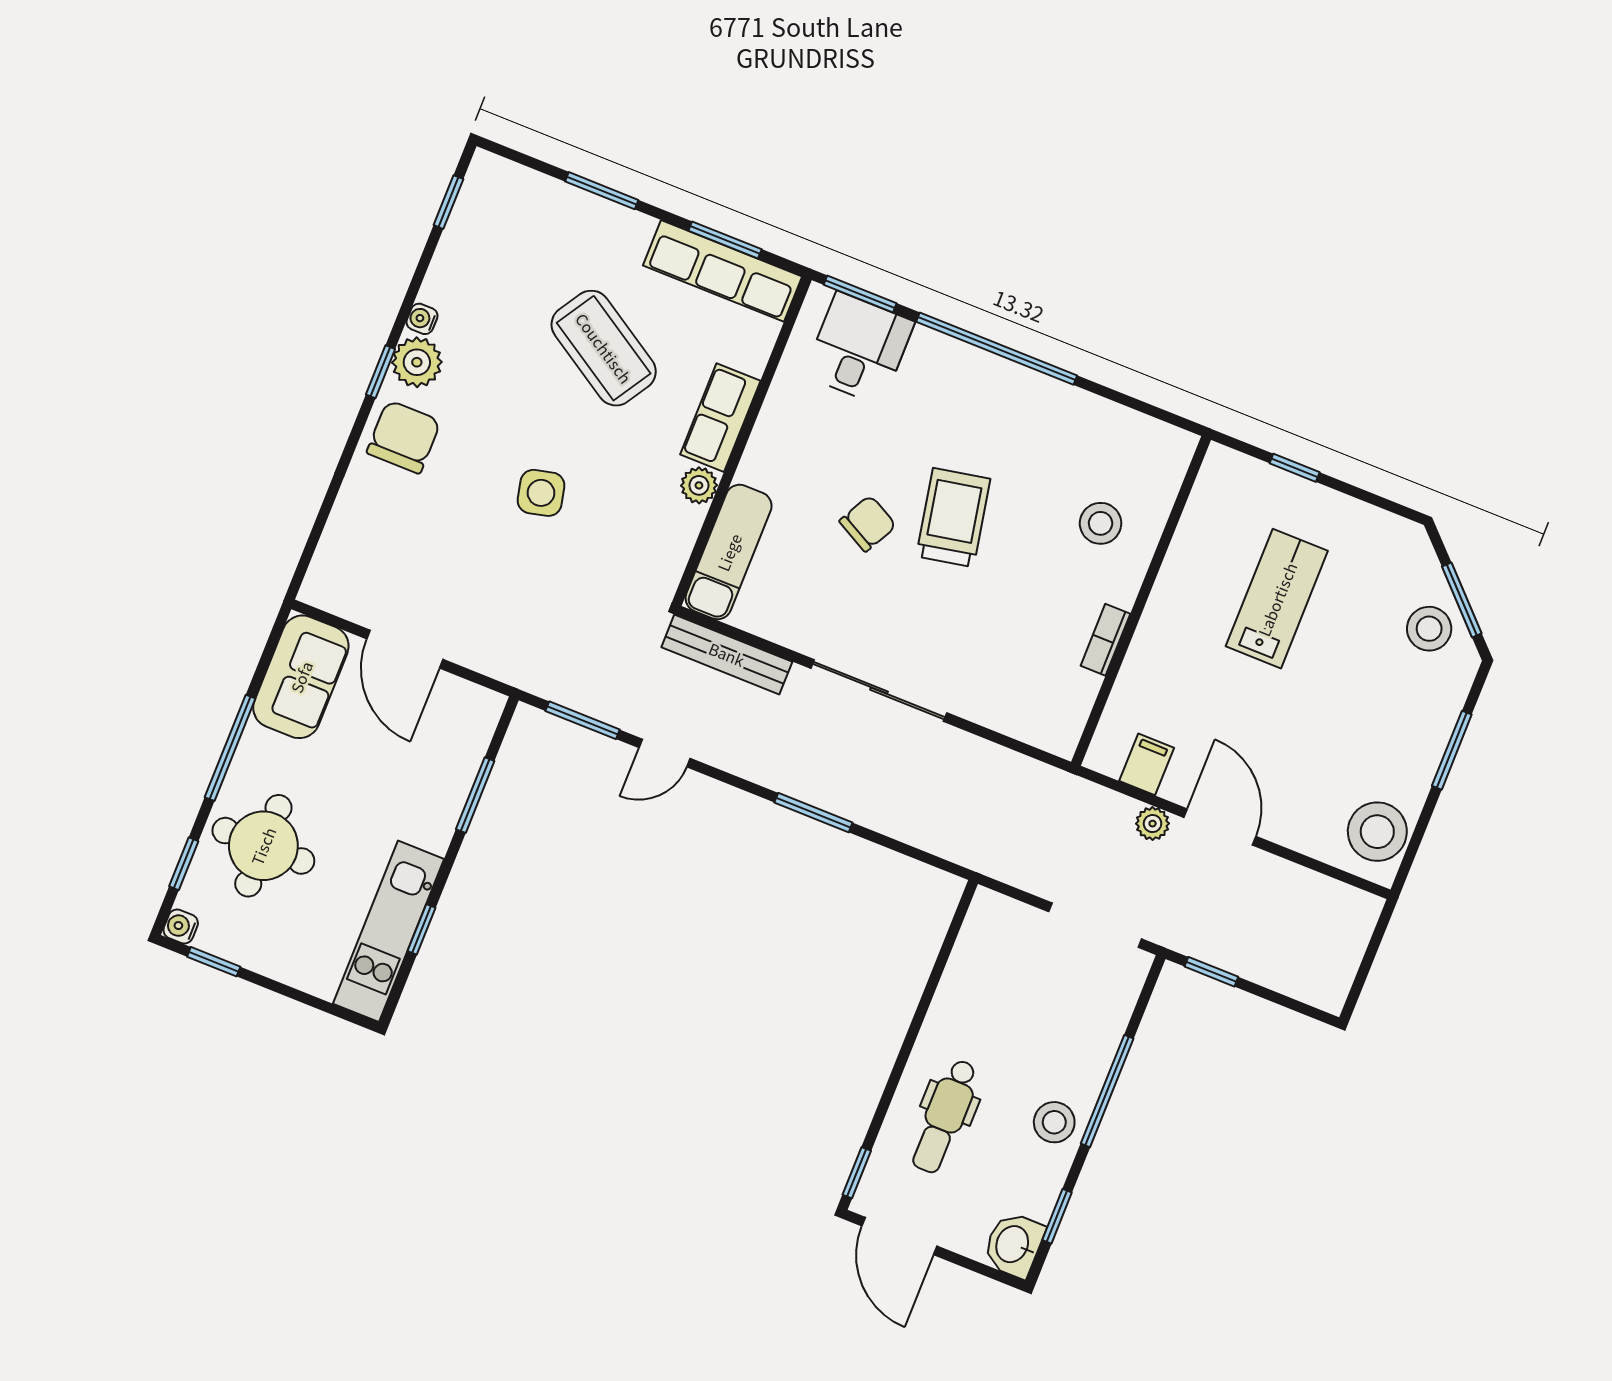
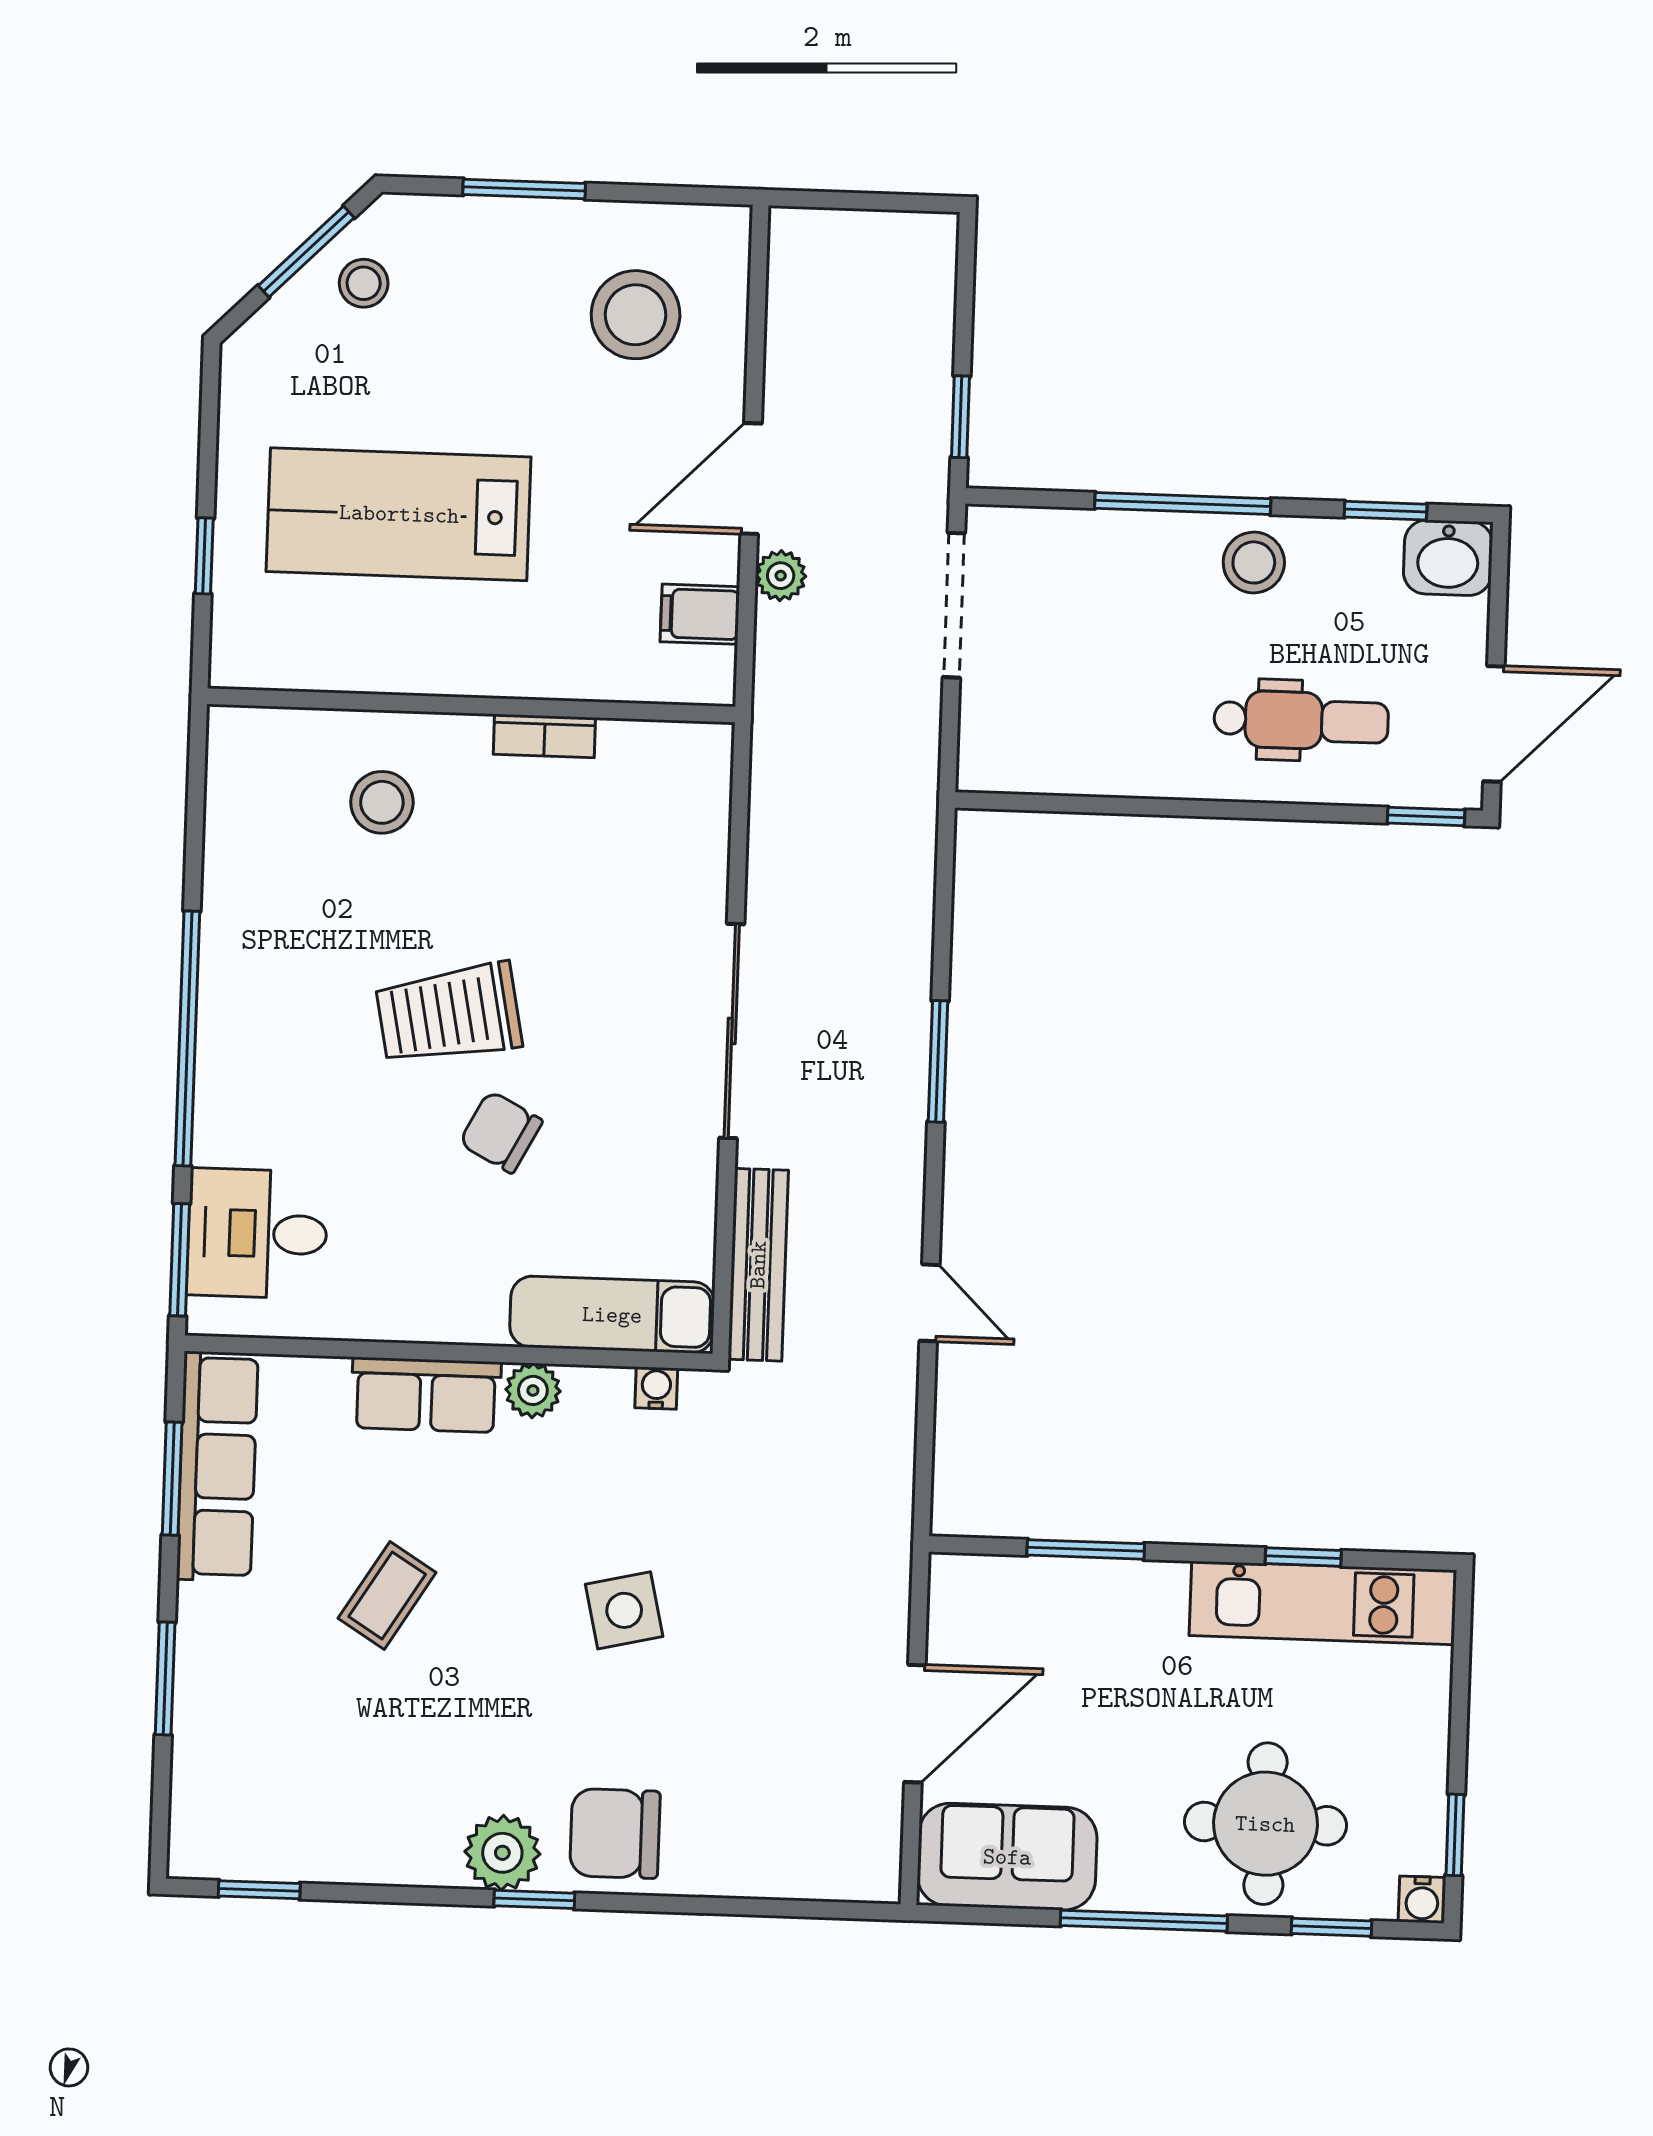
water cooler: (422, 319) -> (656, 1388), moved, turned 180
coffee table: (604, 348) -> (387, 1595), width x0.54, depth x0.58
lab bench: (1277, 599) -> (399, 514), width x1.36, depth x1.39
stool: (1429, 629) -> (364, 283), width x0.73, depth x0.73
window: (583, 720) -> (925, 1436), removed
stool: (1377, 832) -> (636, 315), moved

